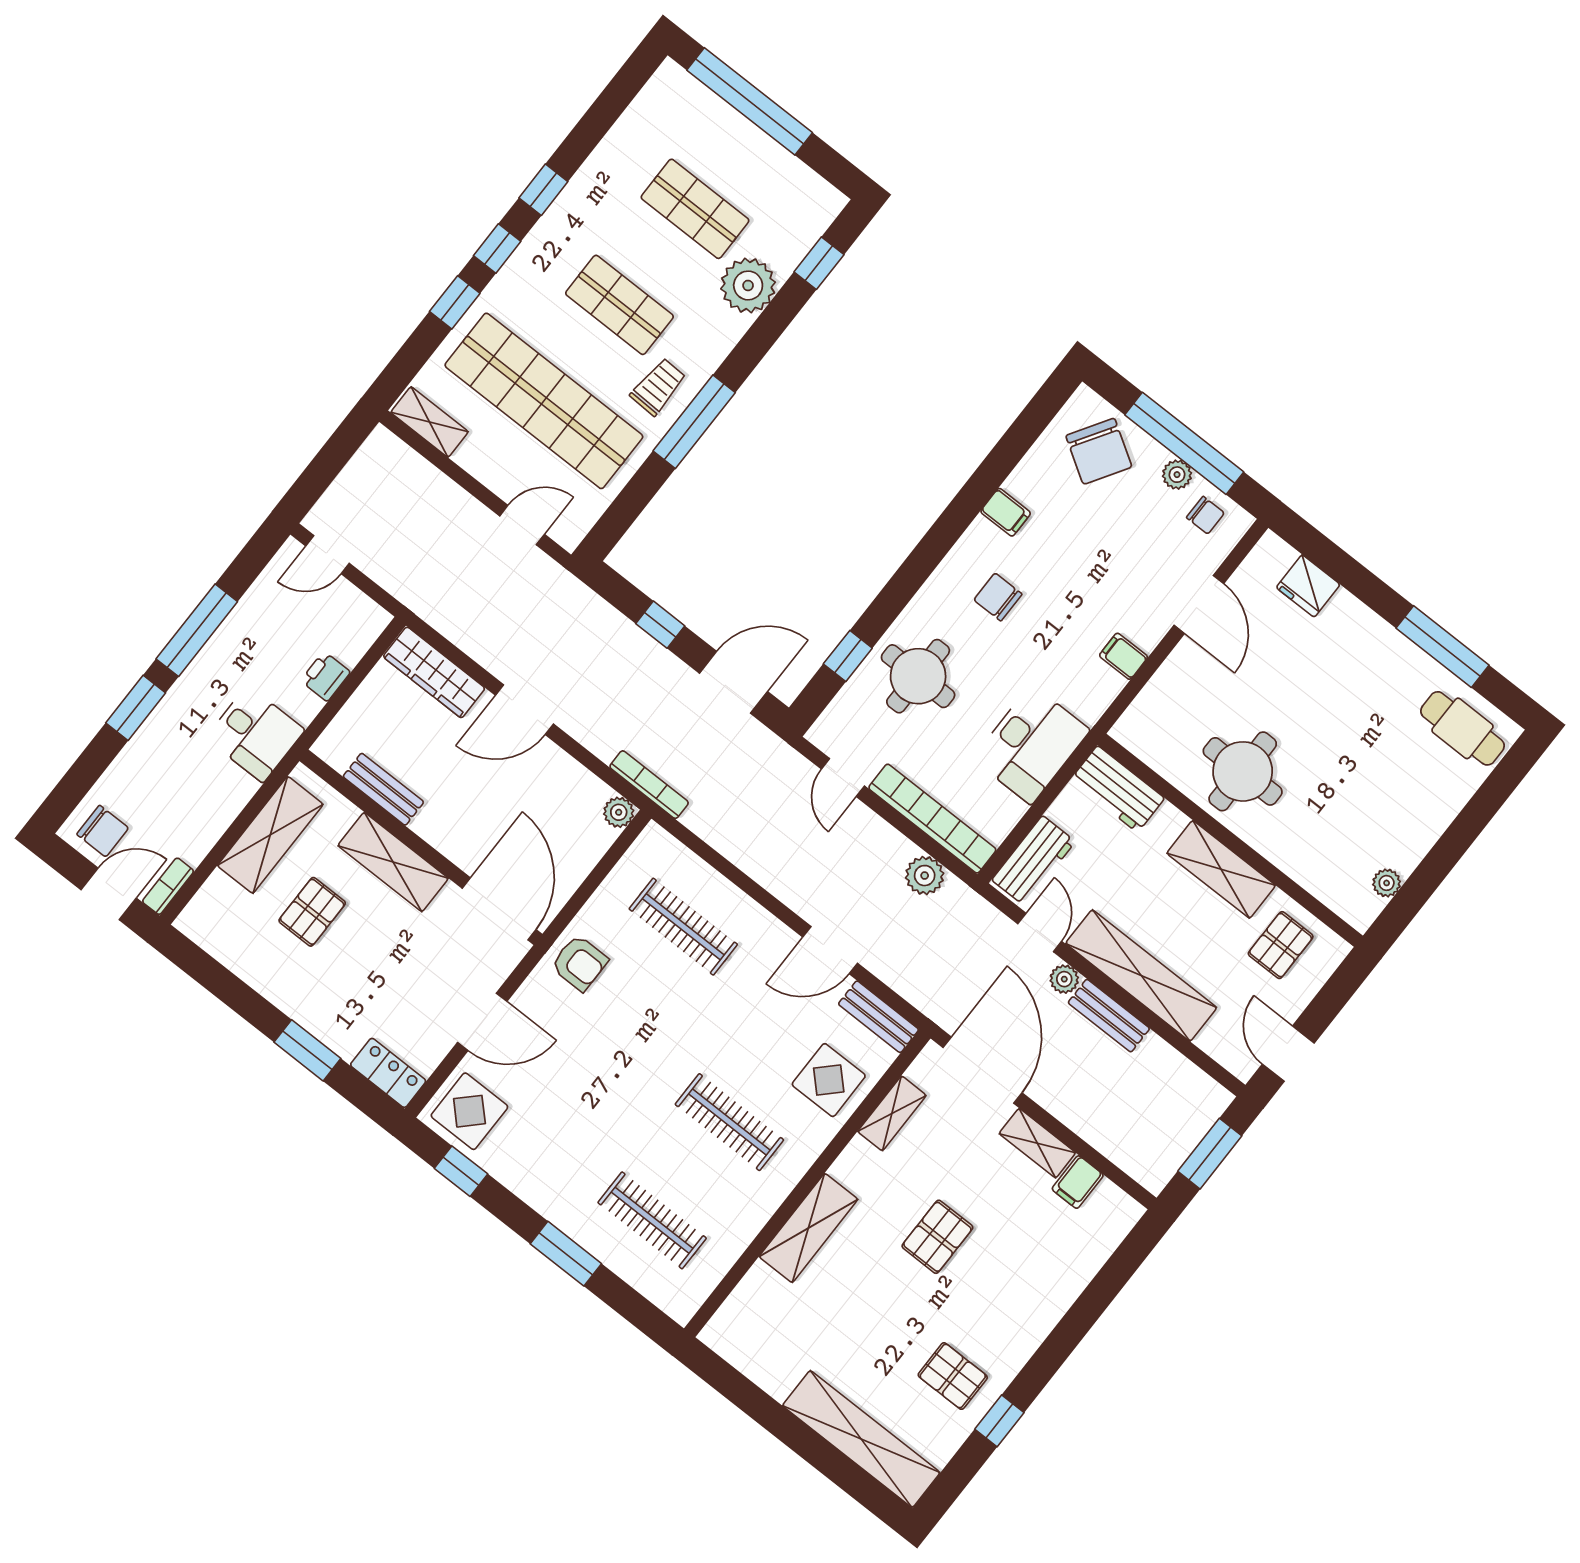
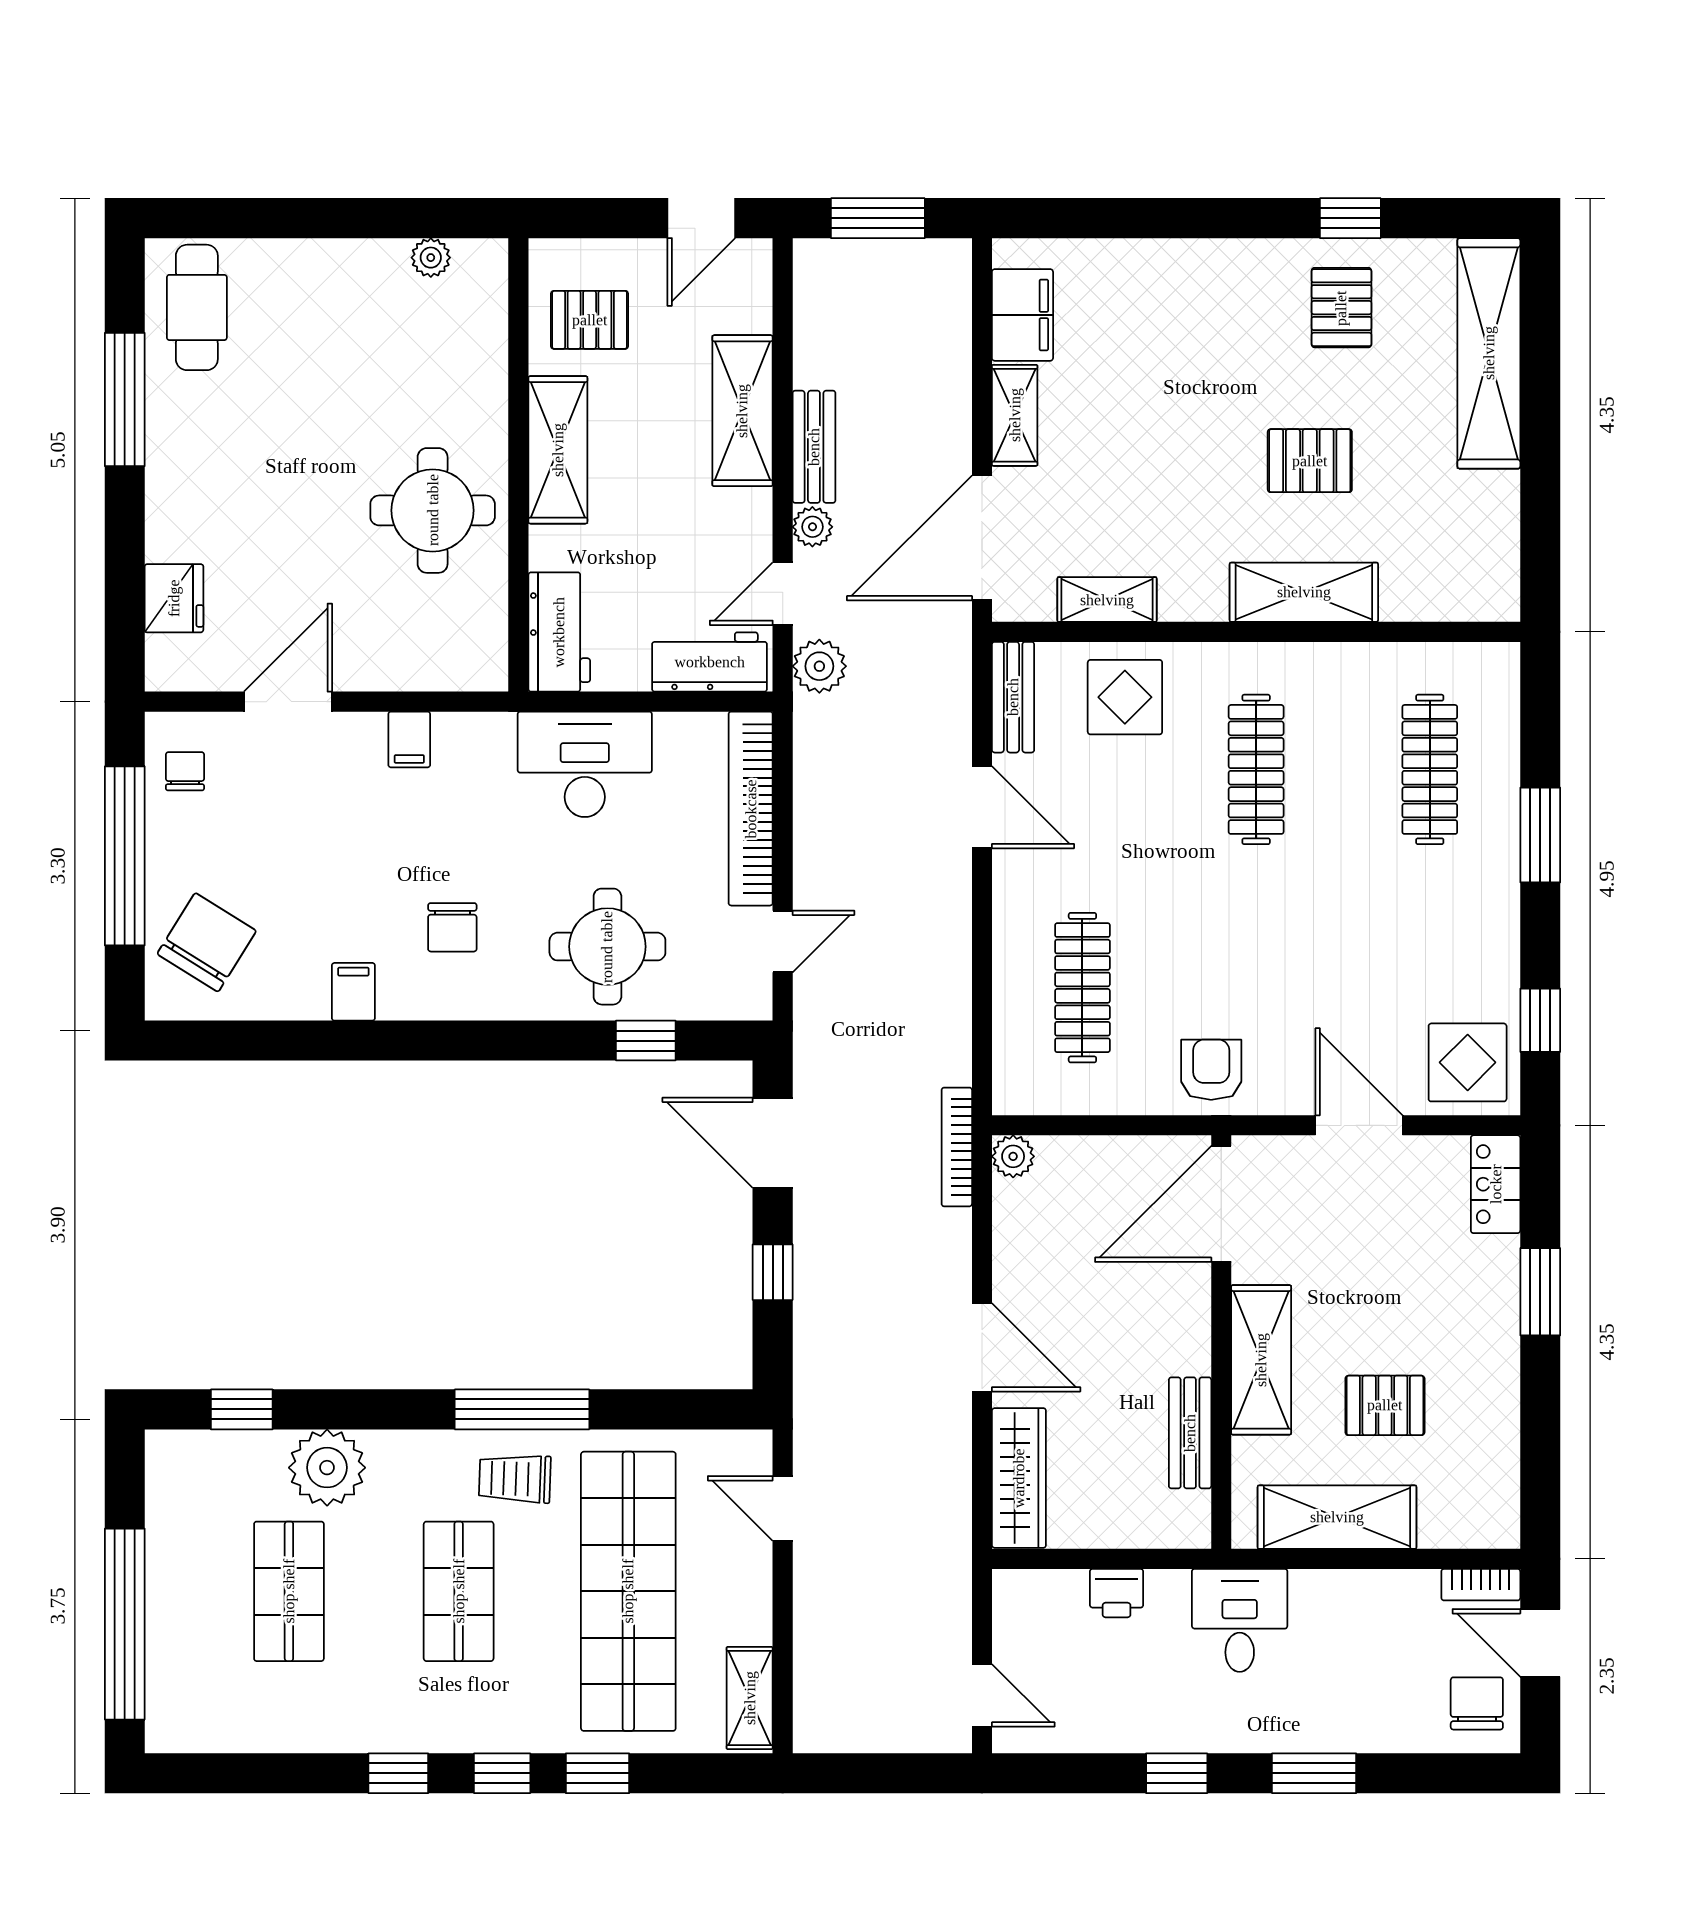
plant: (1177, 475) -> (165, 837), removed
window: (197, 630) -> (1177, 1773), width x0.46
plant: (925, 876) -> (819, 666), moved
shelving: (1141, 975) -> (742, 411), width x0.68
filing cabinet: (1078, 1182) -> (1022, 315), width x2.00
pallet: (937, 1237) -> (1310, 461), moved

